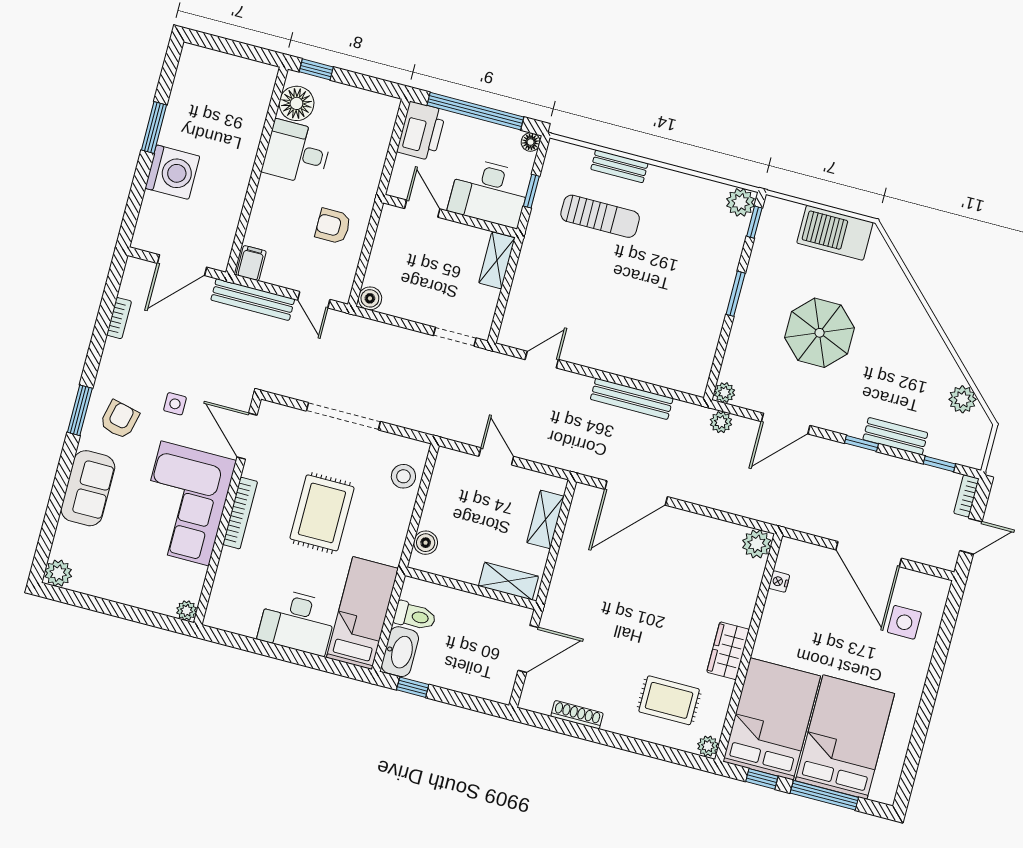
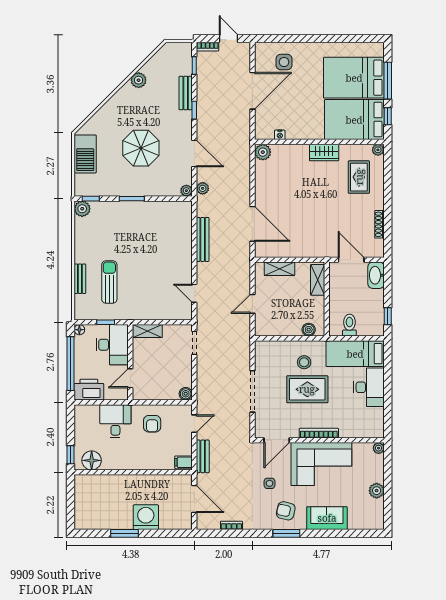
desk: (297, 153) -> (115, 421), moved, turned 180
bench: (253, 300) -> (203, 456), width x0.73
plant: (962, 399) -> (139, 80), moved
stool: (403, 476) -> (304, 362), moved
plant: (58, 573) -> (377, 491), moved
washbasin: (400, 652) -> (376, 275), moved, turned -90

